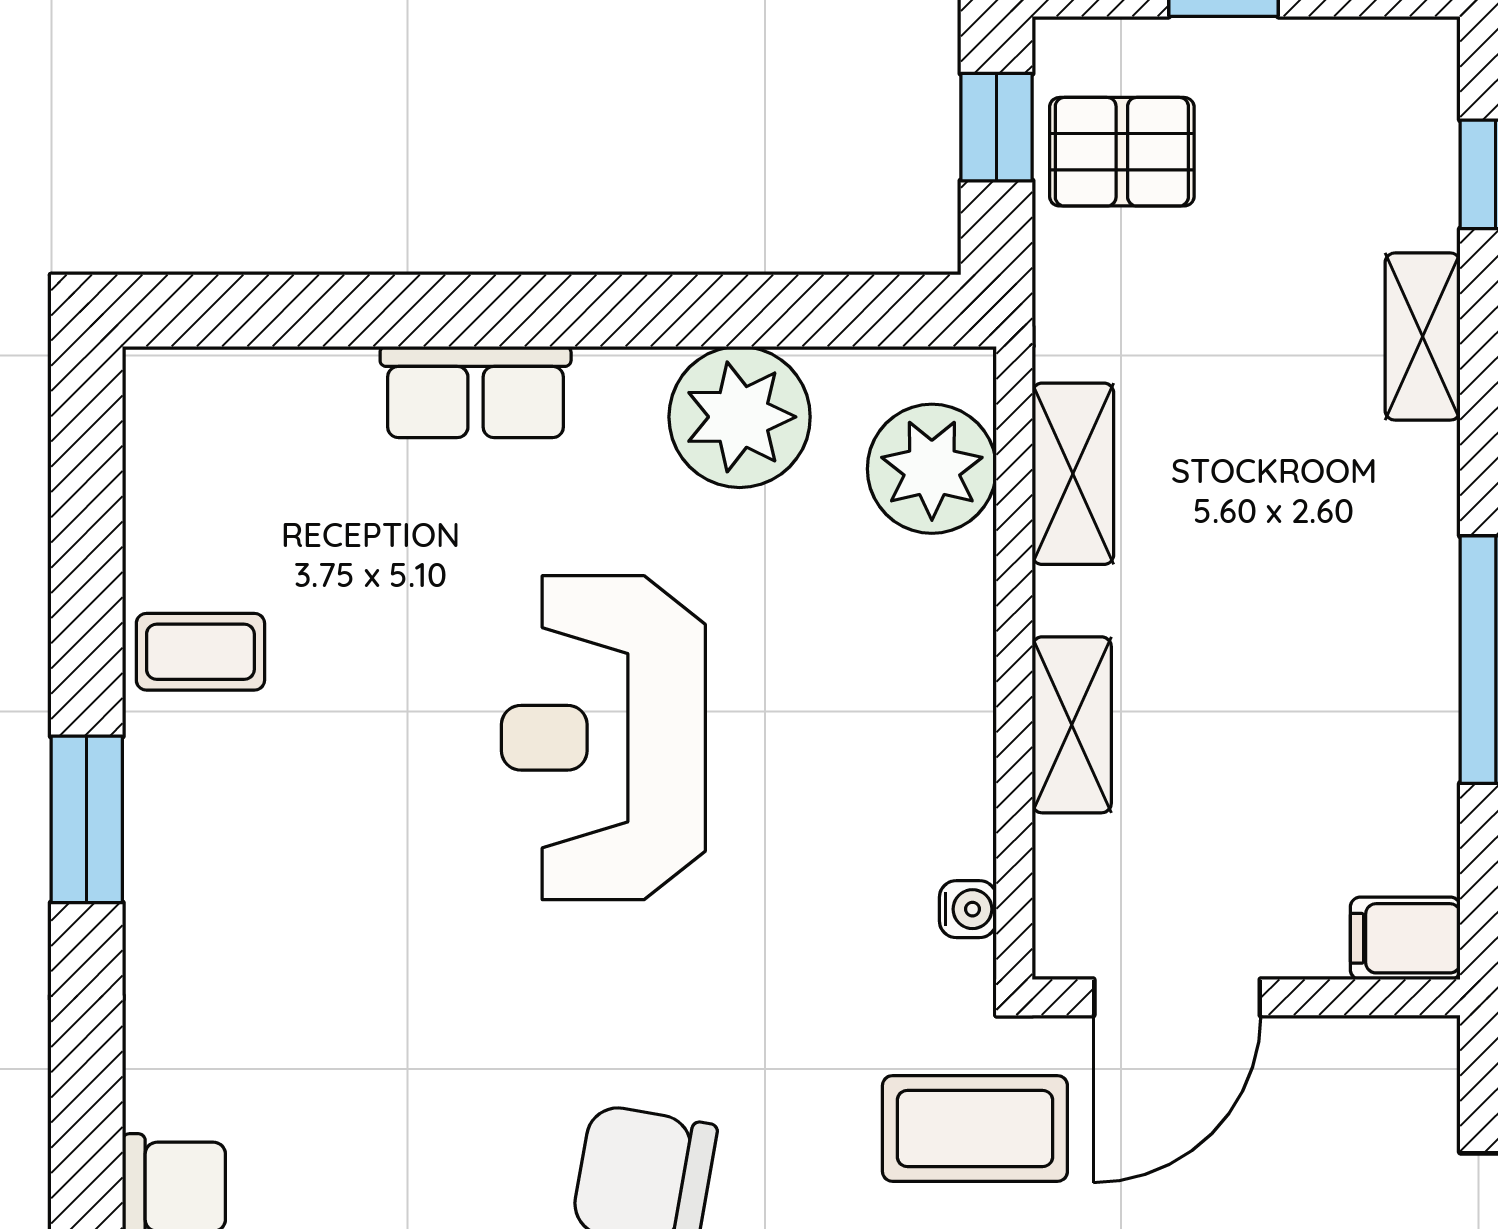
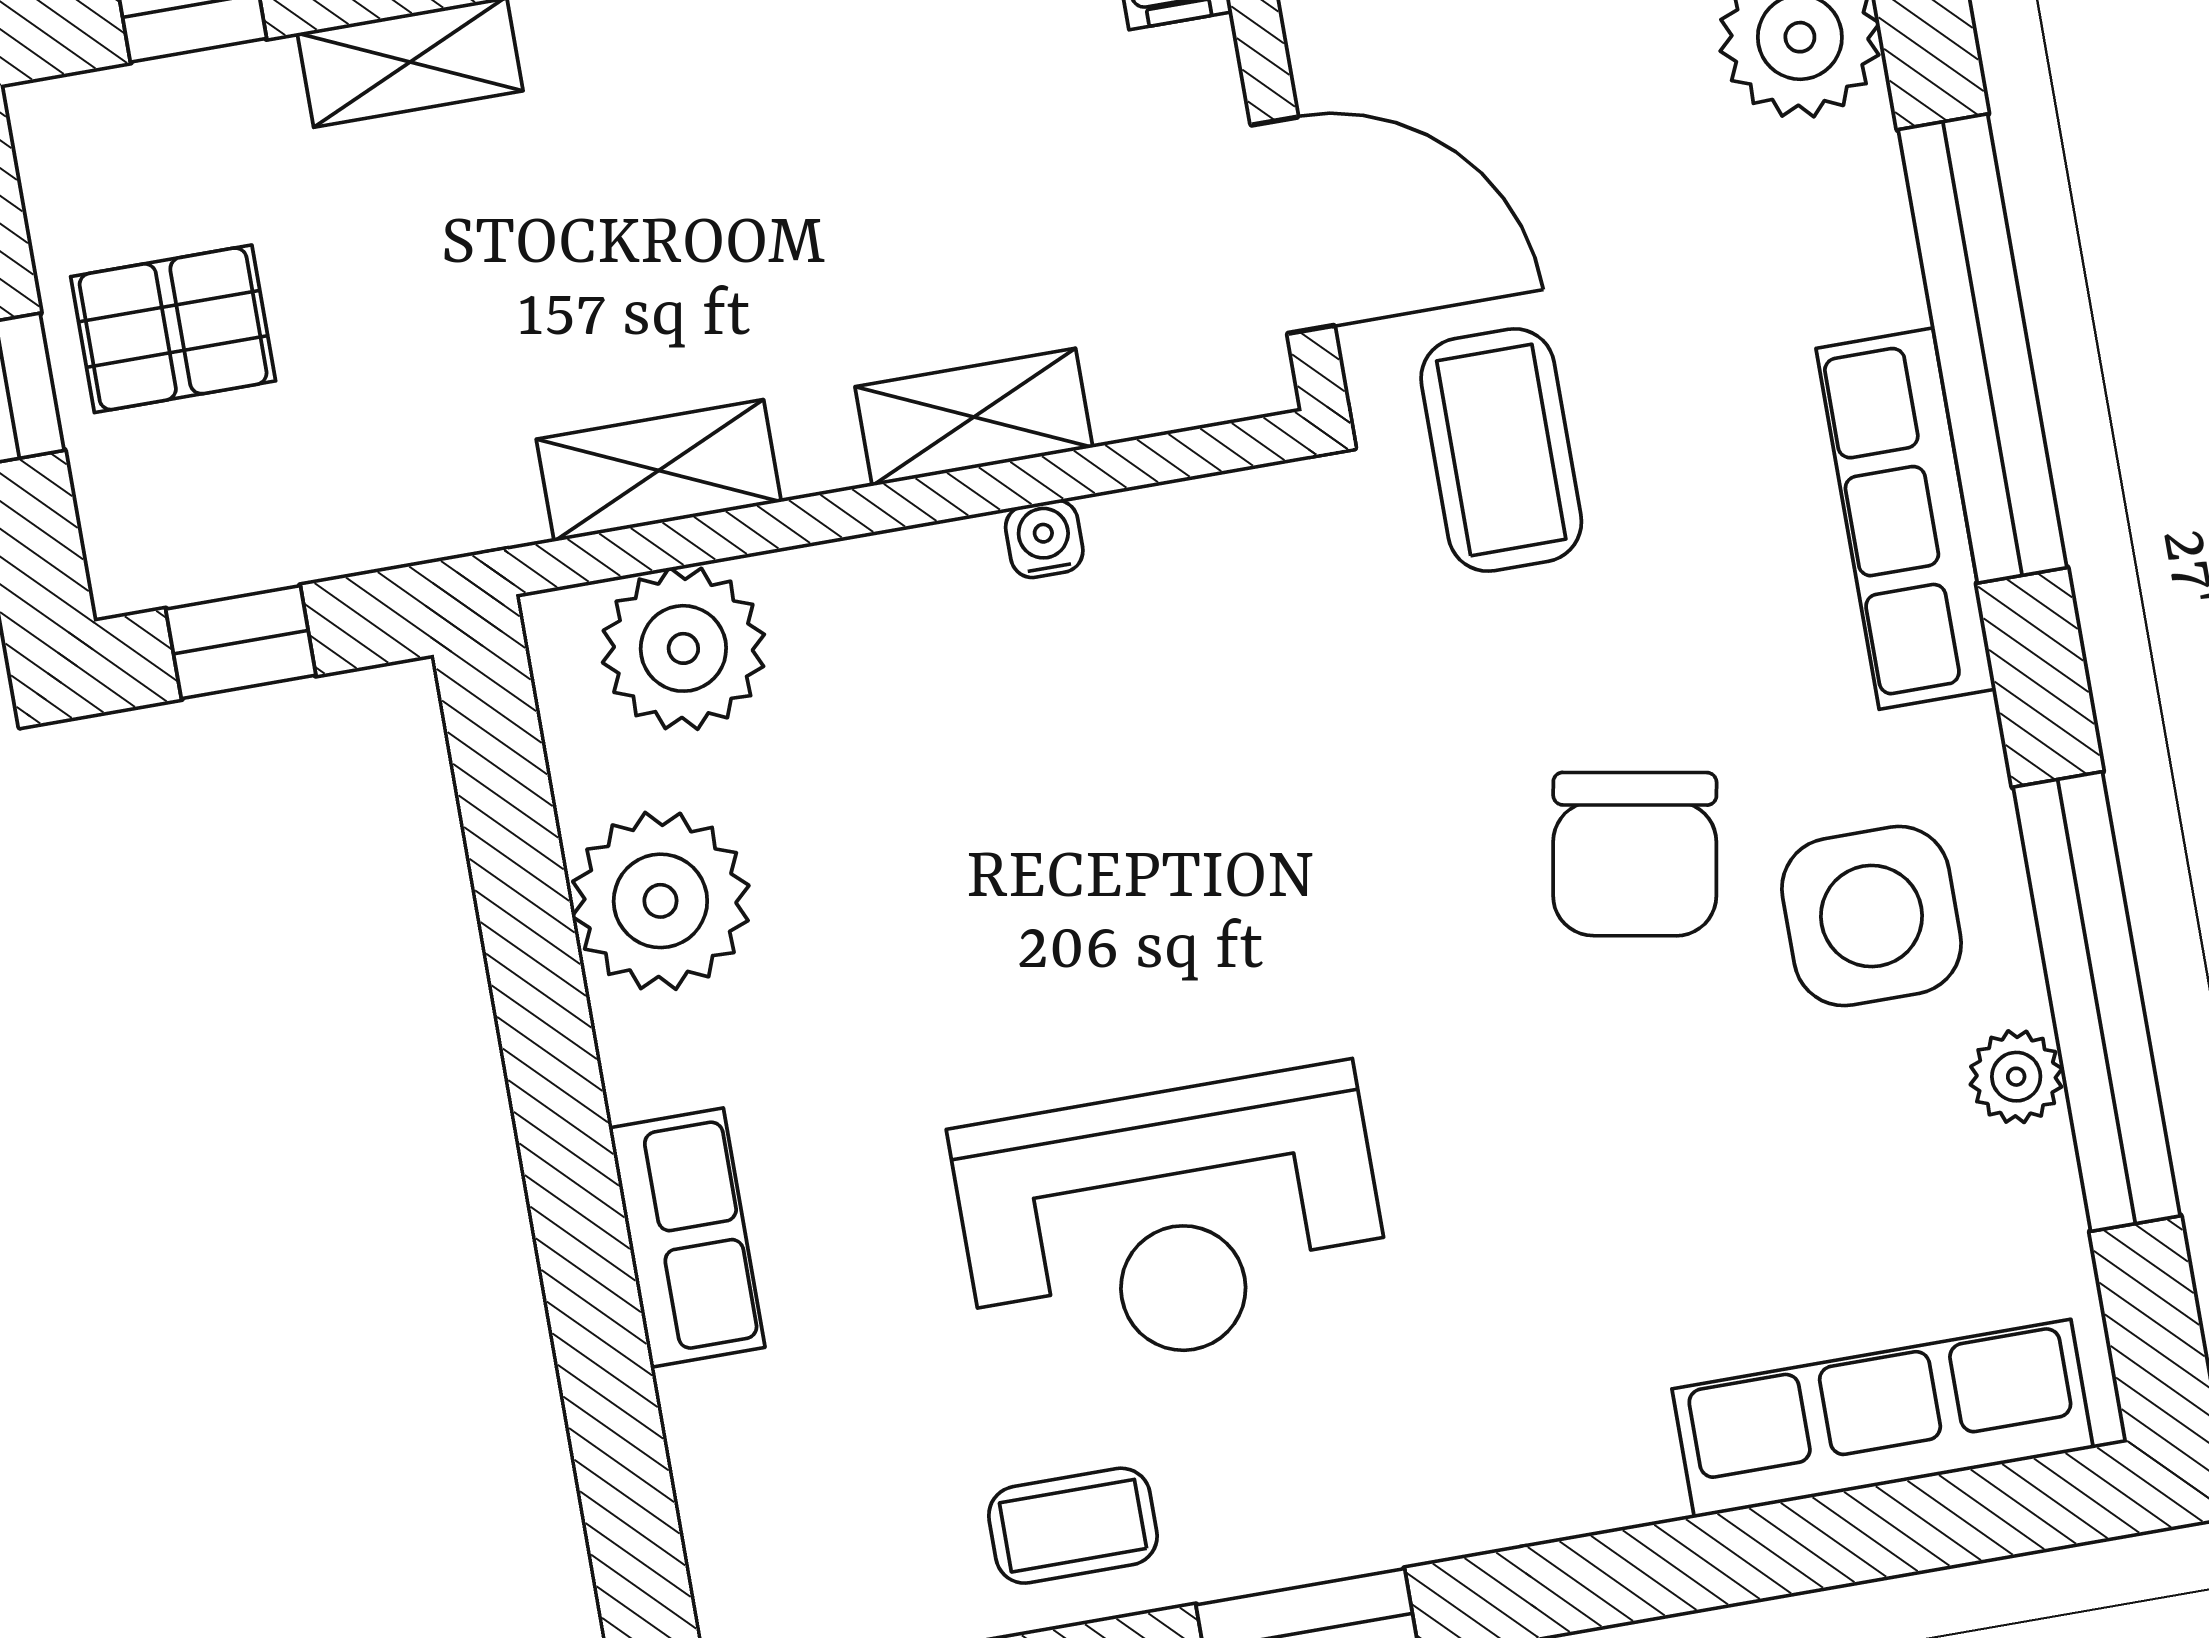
pallet: (1122, 152) -> (173, 329), moved, turned 90
coffee table: (200, 652) -> (1073, 1526), turned 90
reception desk: (603, 738) -> (1172, 1222), moved
water cooler: (968, 909) -> (1044, 539), moved

